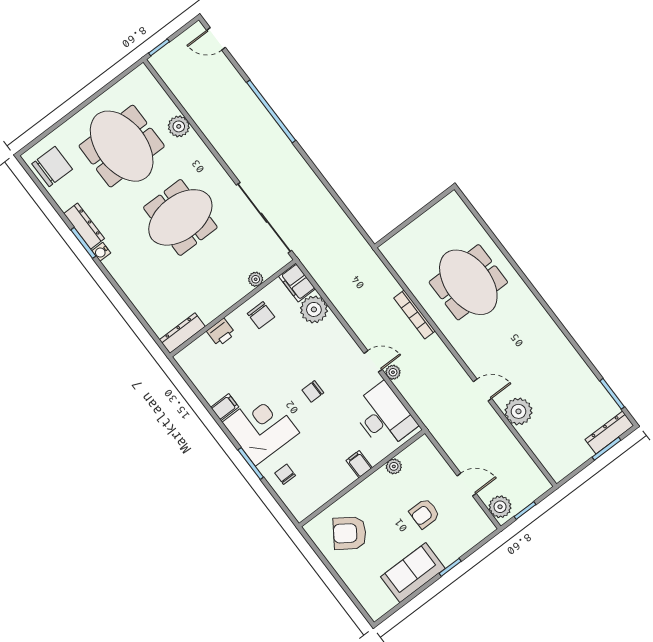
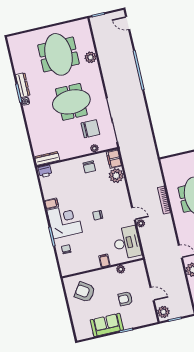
chair: (52, 166) -> (90, 129), moved
printer: (221, 332) -> (45, 171), moved

